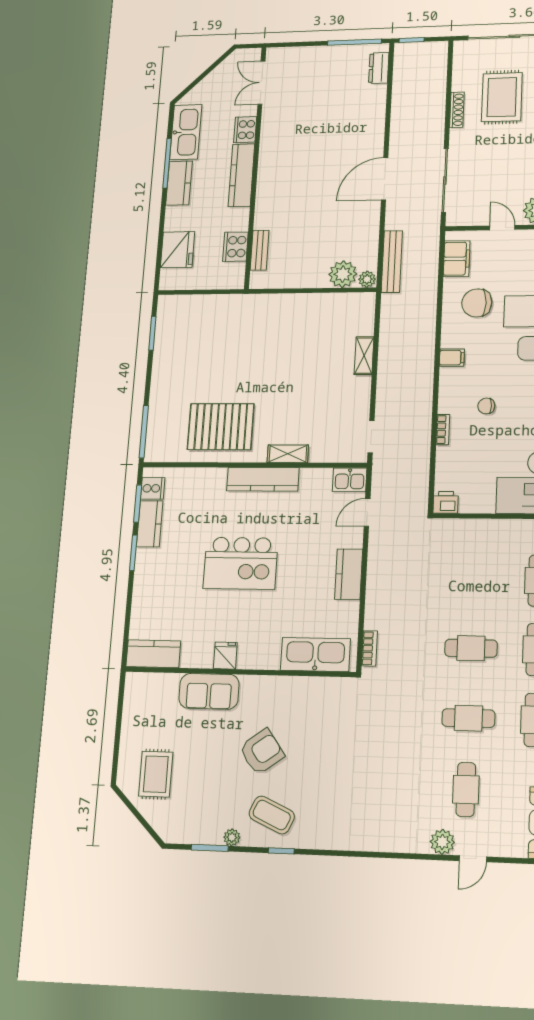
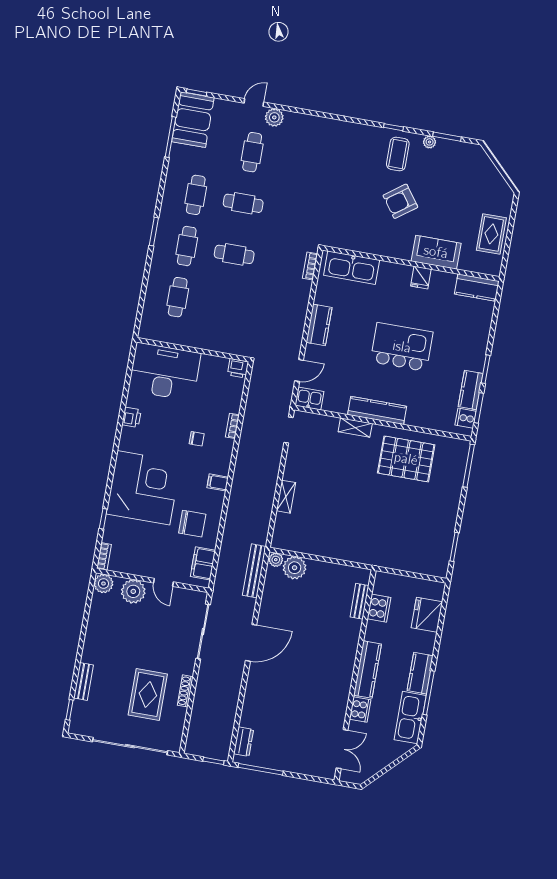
rug: (156, 774) -> (491, 234), moved
coffee table: (272, 815) -> (398, 154), turned 66

